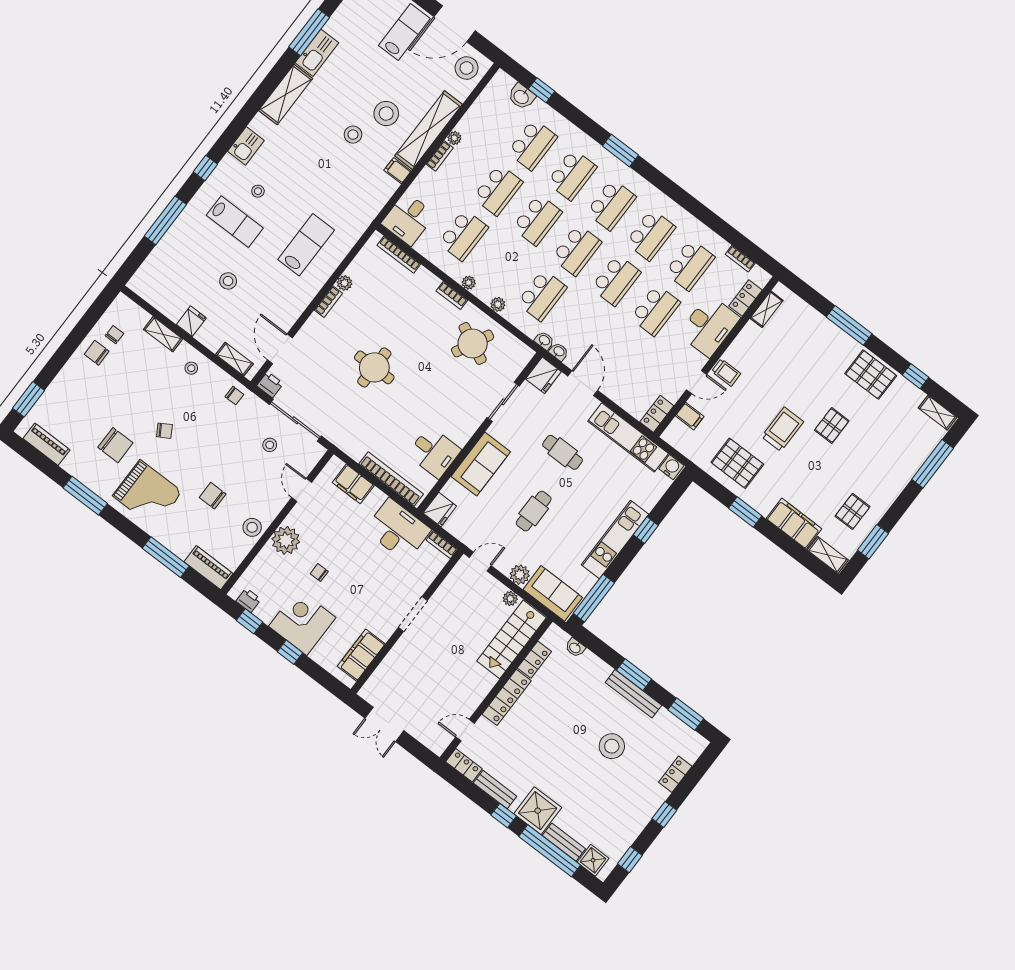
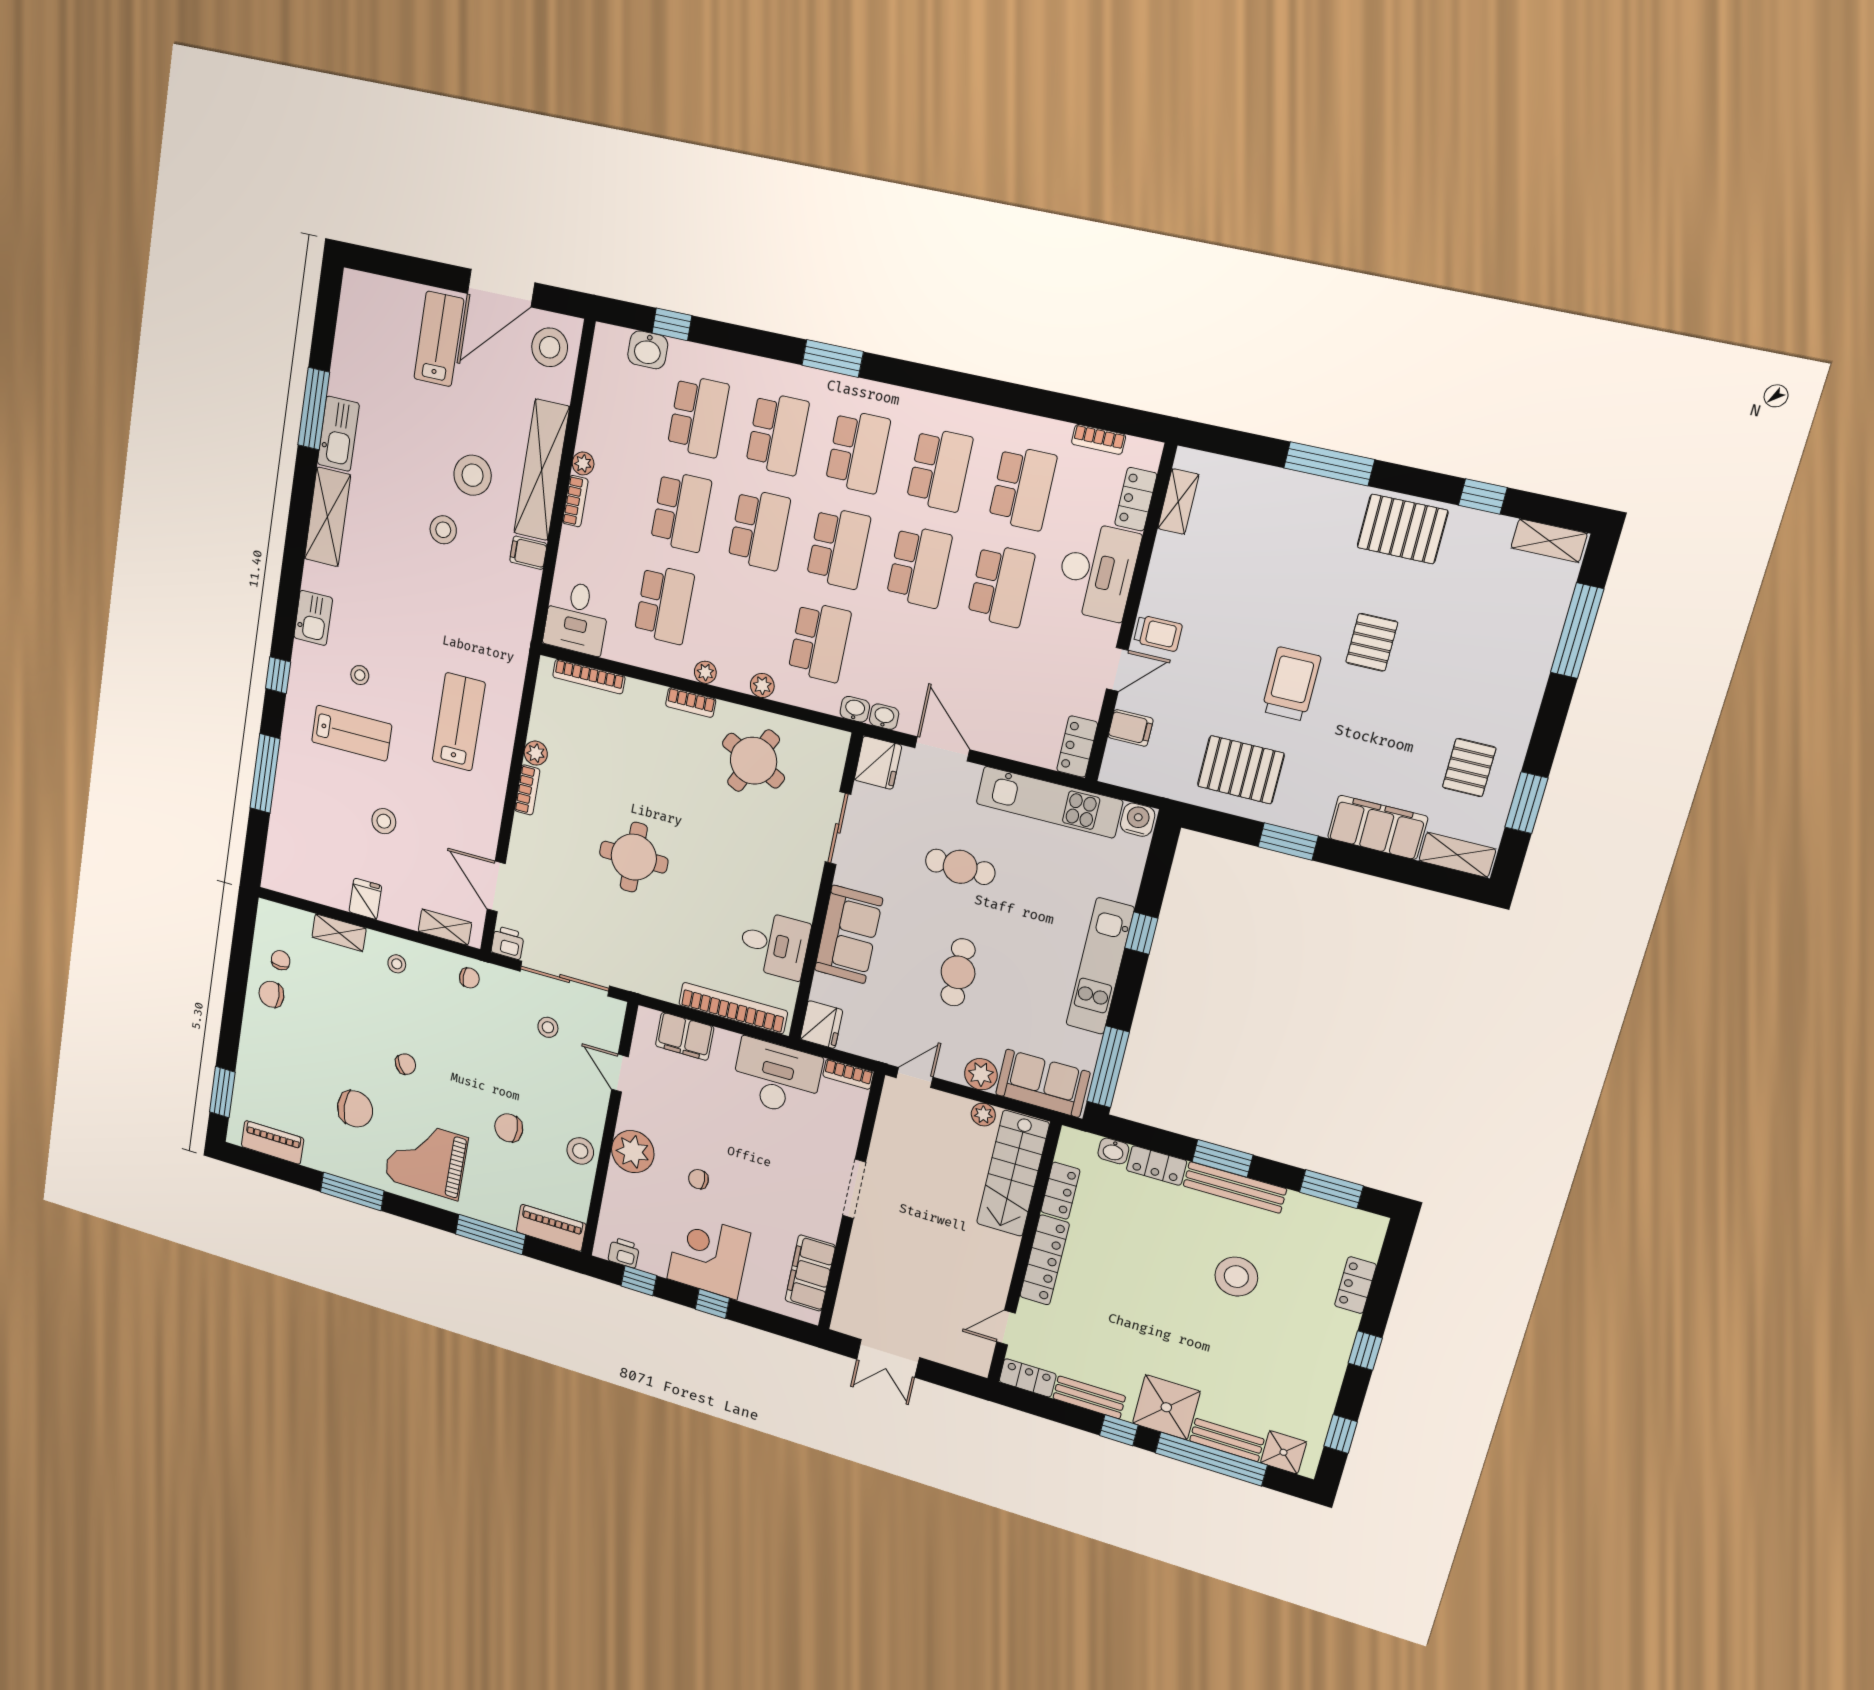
grand piano: (147, 494) -> (426, 1158), turned 180
locker: (596, 665) -> (1157, 1166), added

